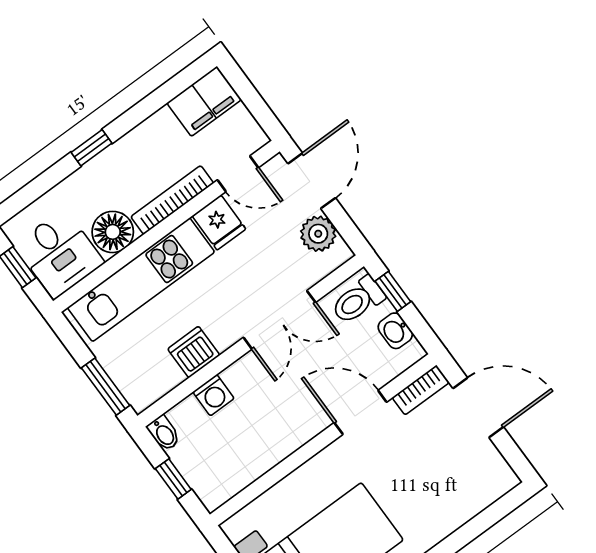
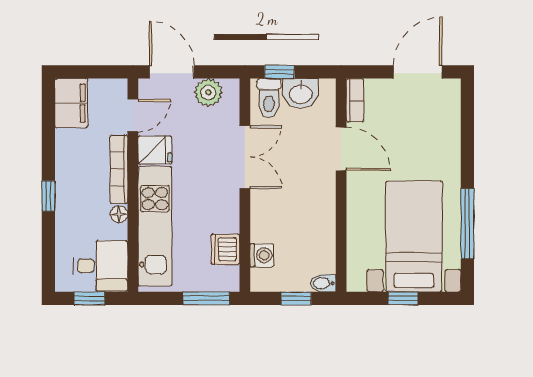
floor lamp: (113, 232) -> (119, 214), width x0.53, depth x0.53
washbasin: (395, 331) -> (301, 93), width x1.38, depth x1.45
dishwasher: (194, 352) -> (225, 249), moved
washing machine: (213, 395) -> (262, 255), moved
door: (478, 408) -> (418, 72), moved
door: (360, 412) -> (341, 149), swing flipped
bidet: (164, 433) -> (323, 283), moved, turned 180

